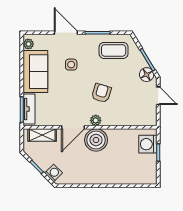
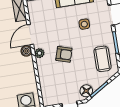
door: (73, 127) -> (30, 35), hinge flipped
boiler: (96, 140) -> (26, 51), width x0.54, depth x0.54

